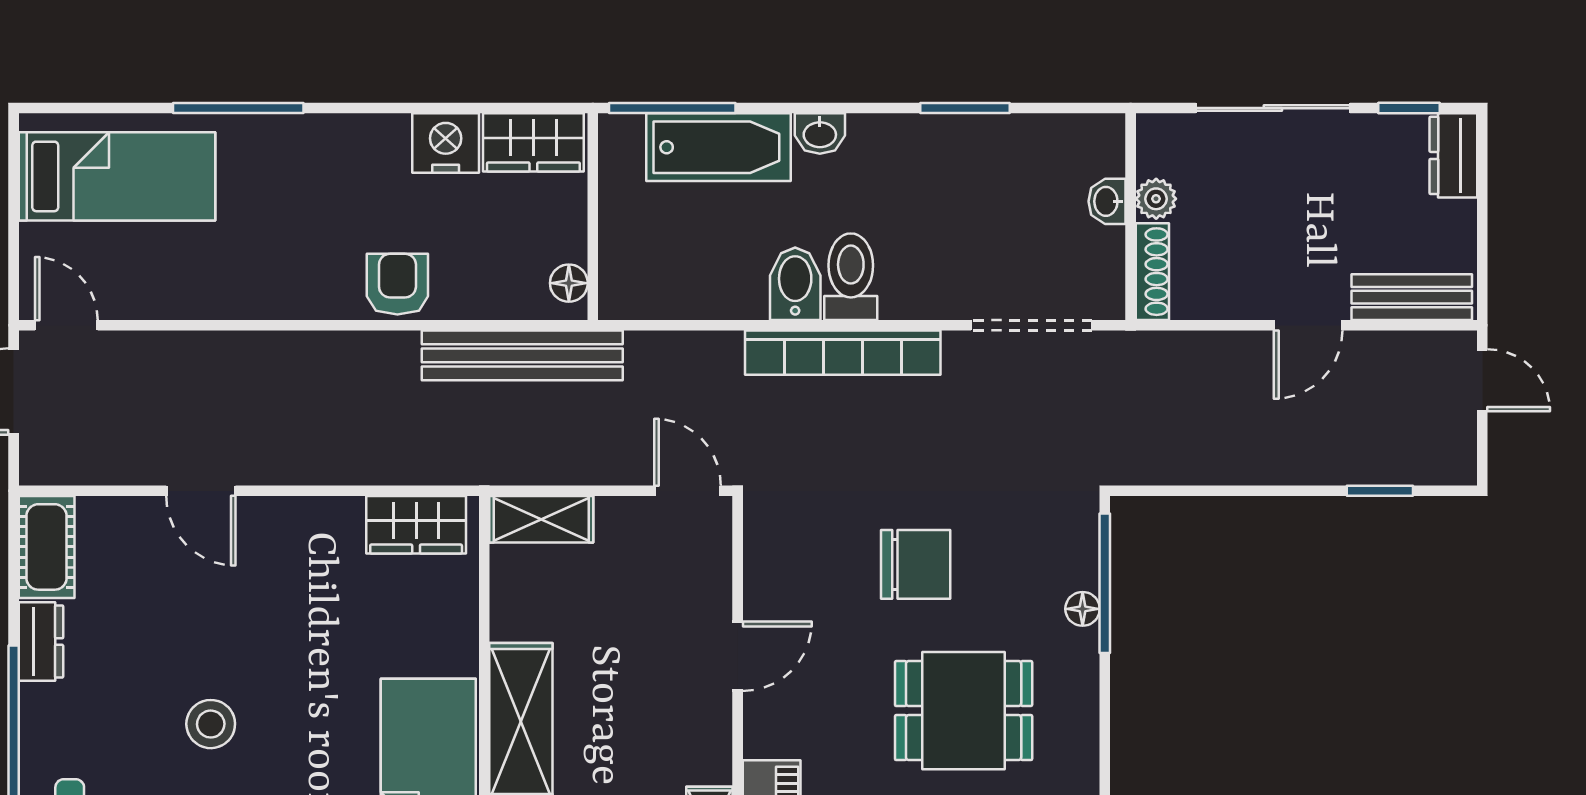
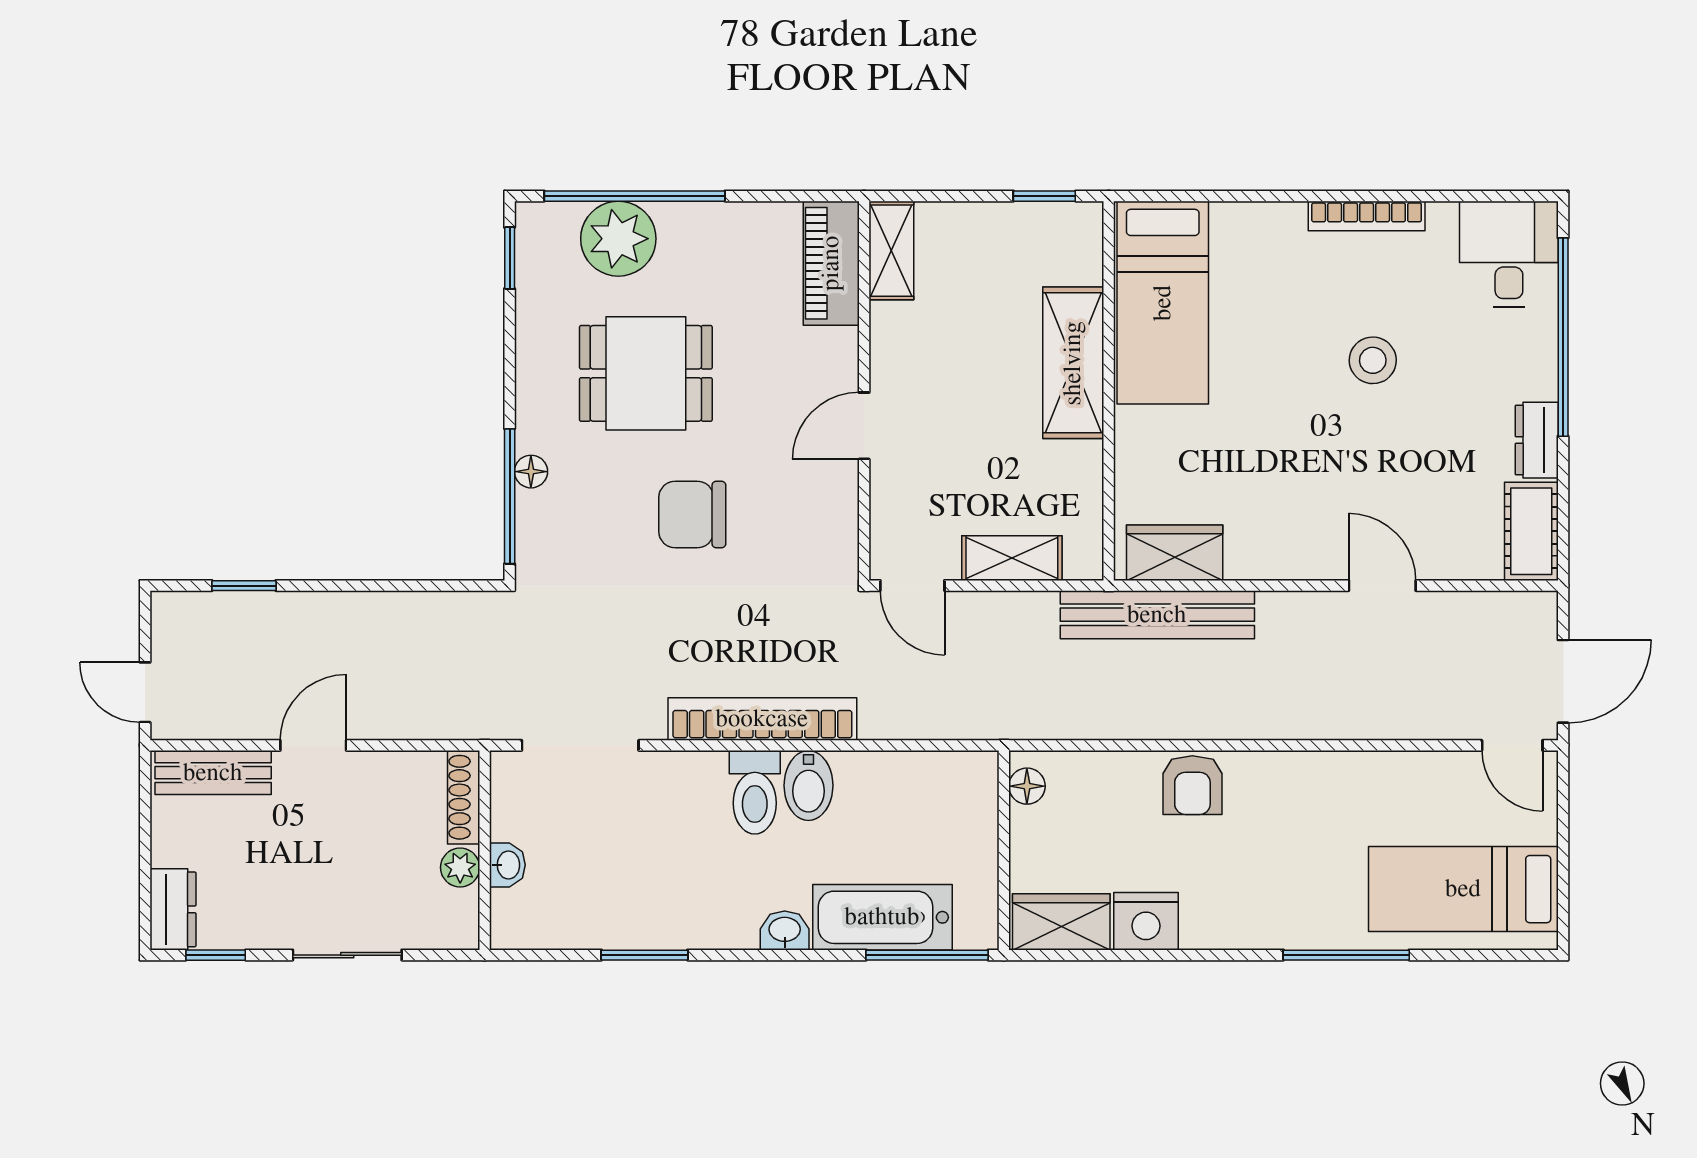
sliding door: (1273, 108) -> (347, 955), width x0.73
bench: (522, 355) -> (1157, 615), moved
shelving: (541, 519) -> (1012, 558), moved

